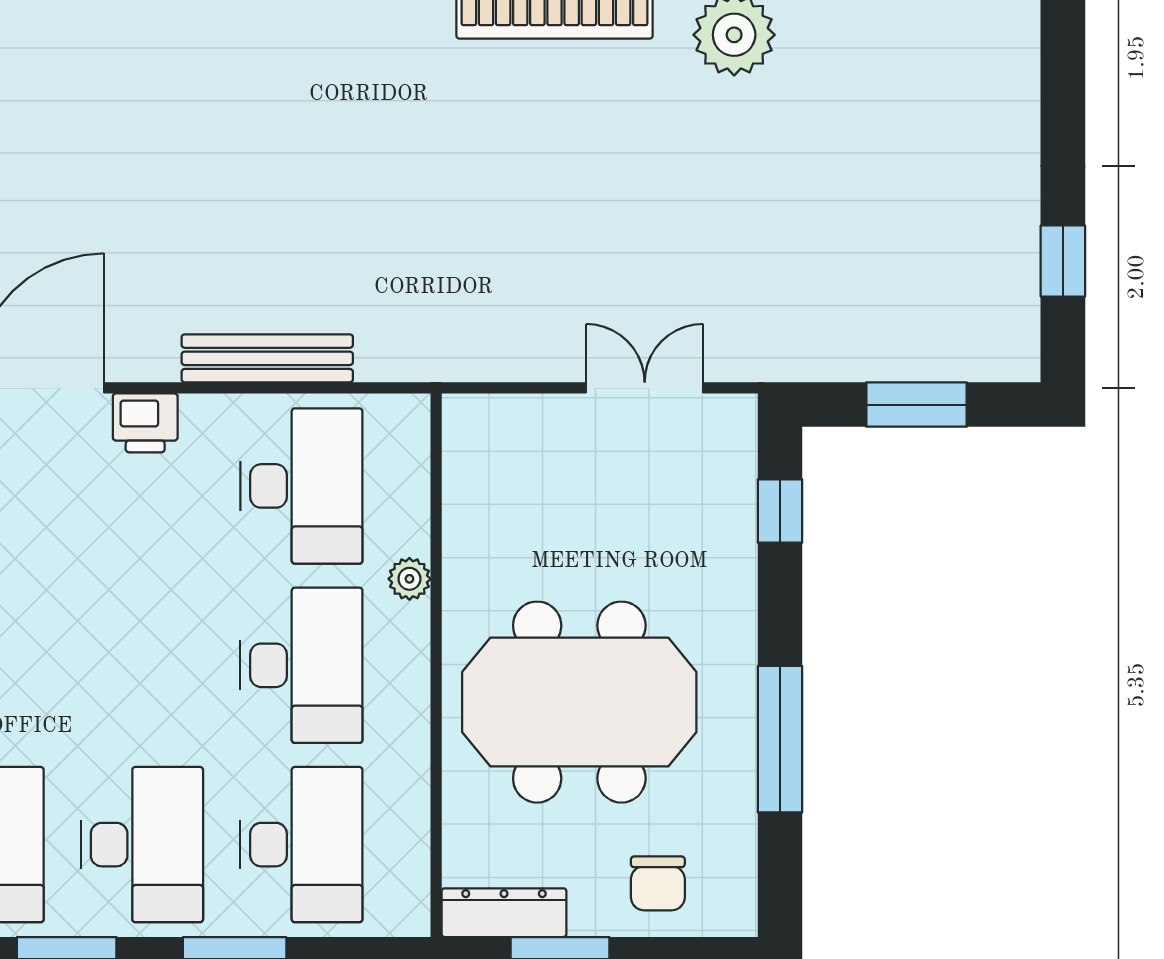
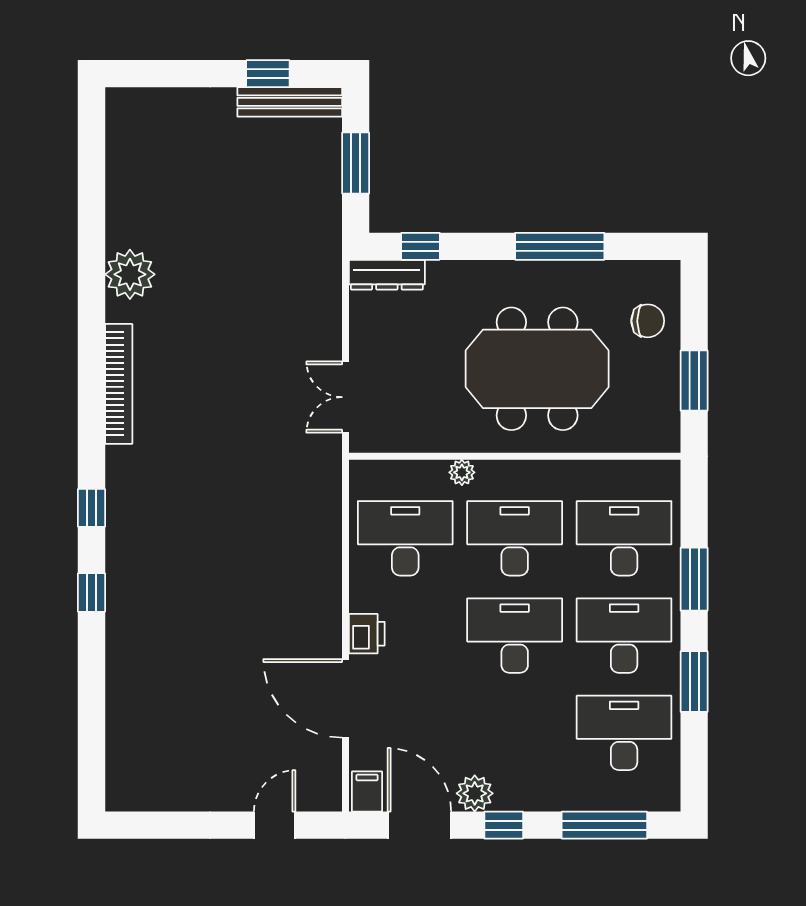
bench: (267, 358) -> (290, 102), moved, turned 90
double door: (645, 388) -> (345, 397), moved
desk: (142, 665) -> (515, 636), added
meeting table: (579, 702) -> (537, 369), turned 90
dresser: (504, 913) -> (387, 275), moved, turned -90

